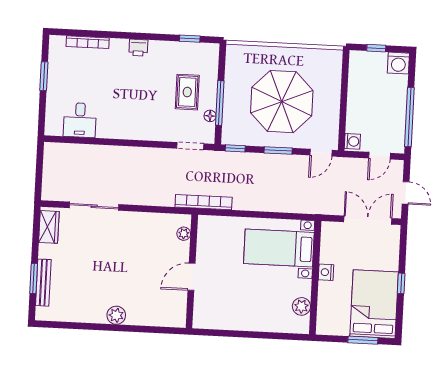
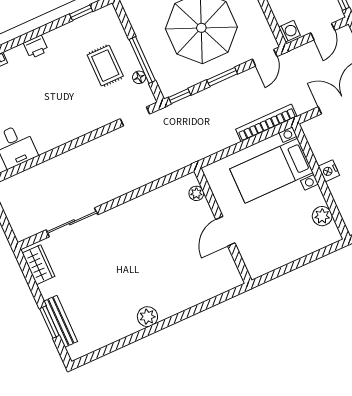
bookcase: (204, 202) -> (266, 123), moved
plant: (184, 234) -> (196, 193), moved
wall: (192, 271) -> (223, 226), moved
door: (192, 277) -> (225, 231), moved

